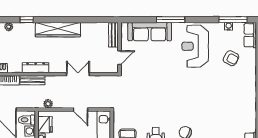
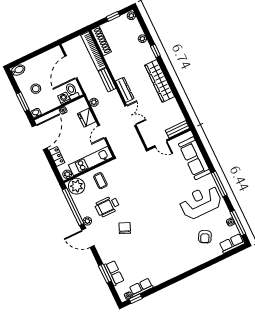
window: (171, 20) -> (219, 184), moved
dresser: (36, 68) -> (125, 90), moved
fridge: (45, 125) -> (87, 118), moved, turned 90

